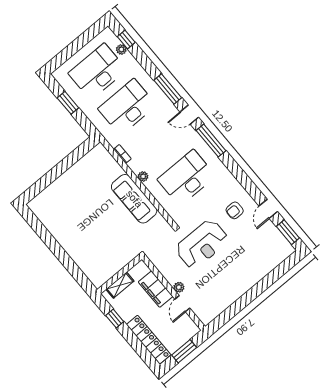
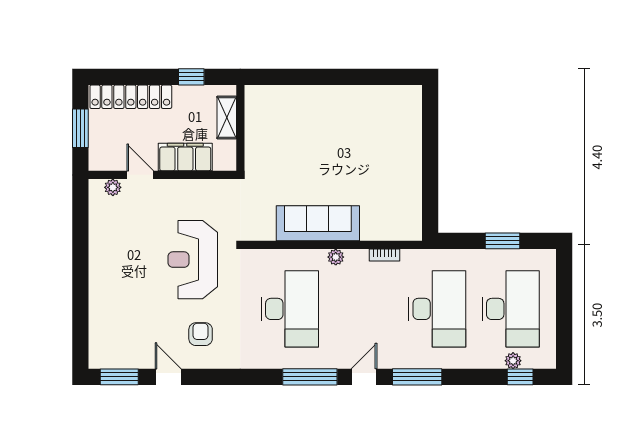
plant: (179, 287) -> (113, 187), moved

